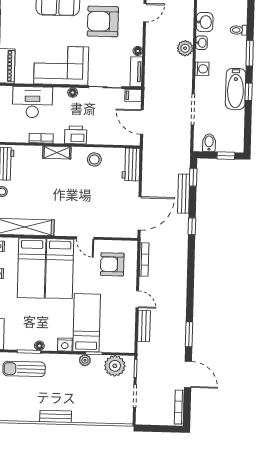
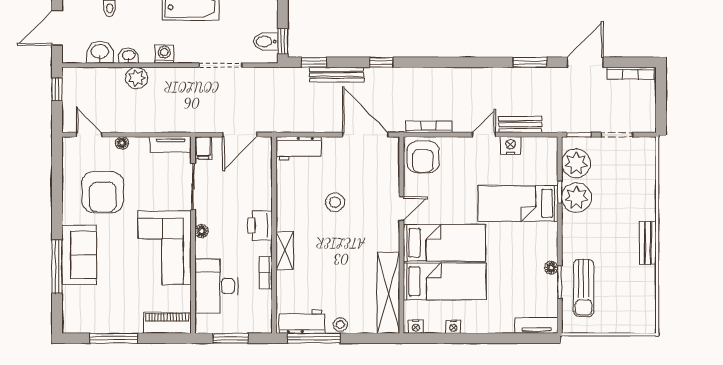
floor lamp: (138, 51) -> (122, 143), moved
window: (226, 156) -> (283, 41), moved
stool: (94, 159) -> (335, 202), moved
armchair: (112, 264) -> (423, 157), moved
nightstand: (65, 345) -> (511, 146), moved, turned -90
plant: (85, 360) -> (576, 198), width x1.87, depth x1.87

